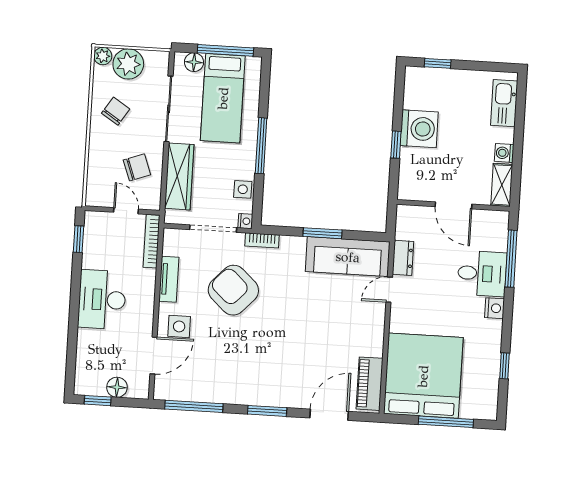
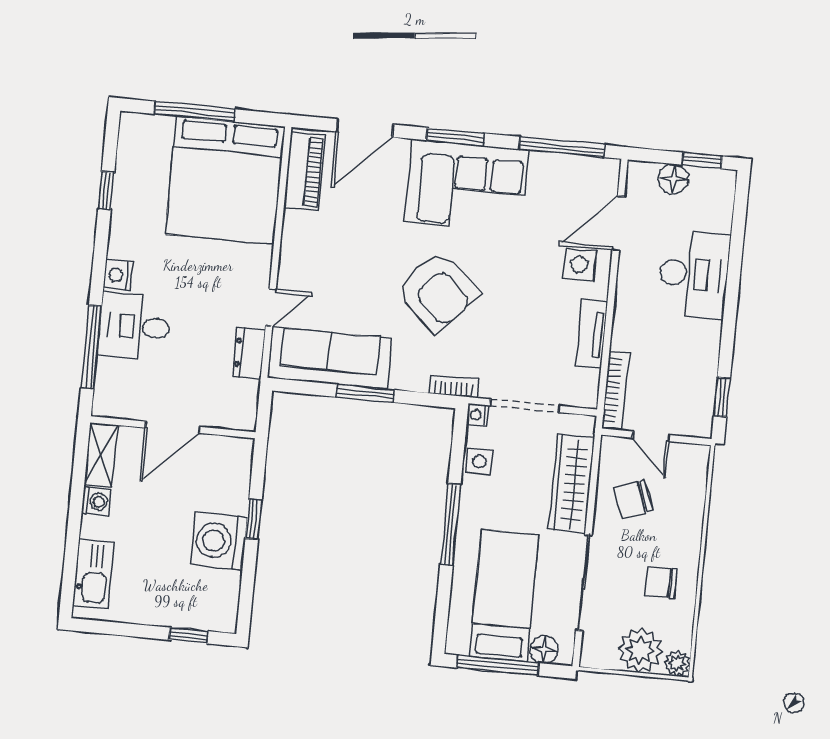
chair: (116, 111) -> (661, 582), turned 57
door: (454, 205) -> (172, 427), swing flipped
armchair: (233, 290) -> (437, 291), moved
desk: (102, 300) -> (694, 274), moved
corner sofa: (258, 378) -> (466, 186), added

